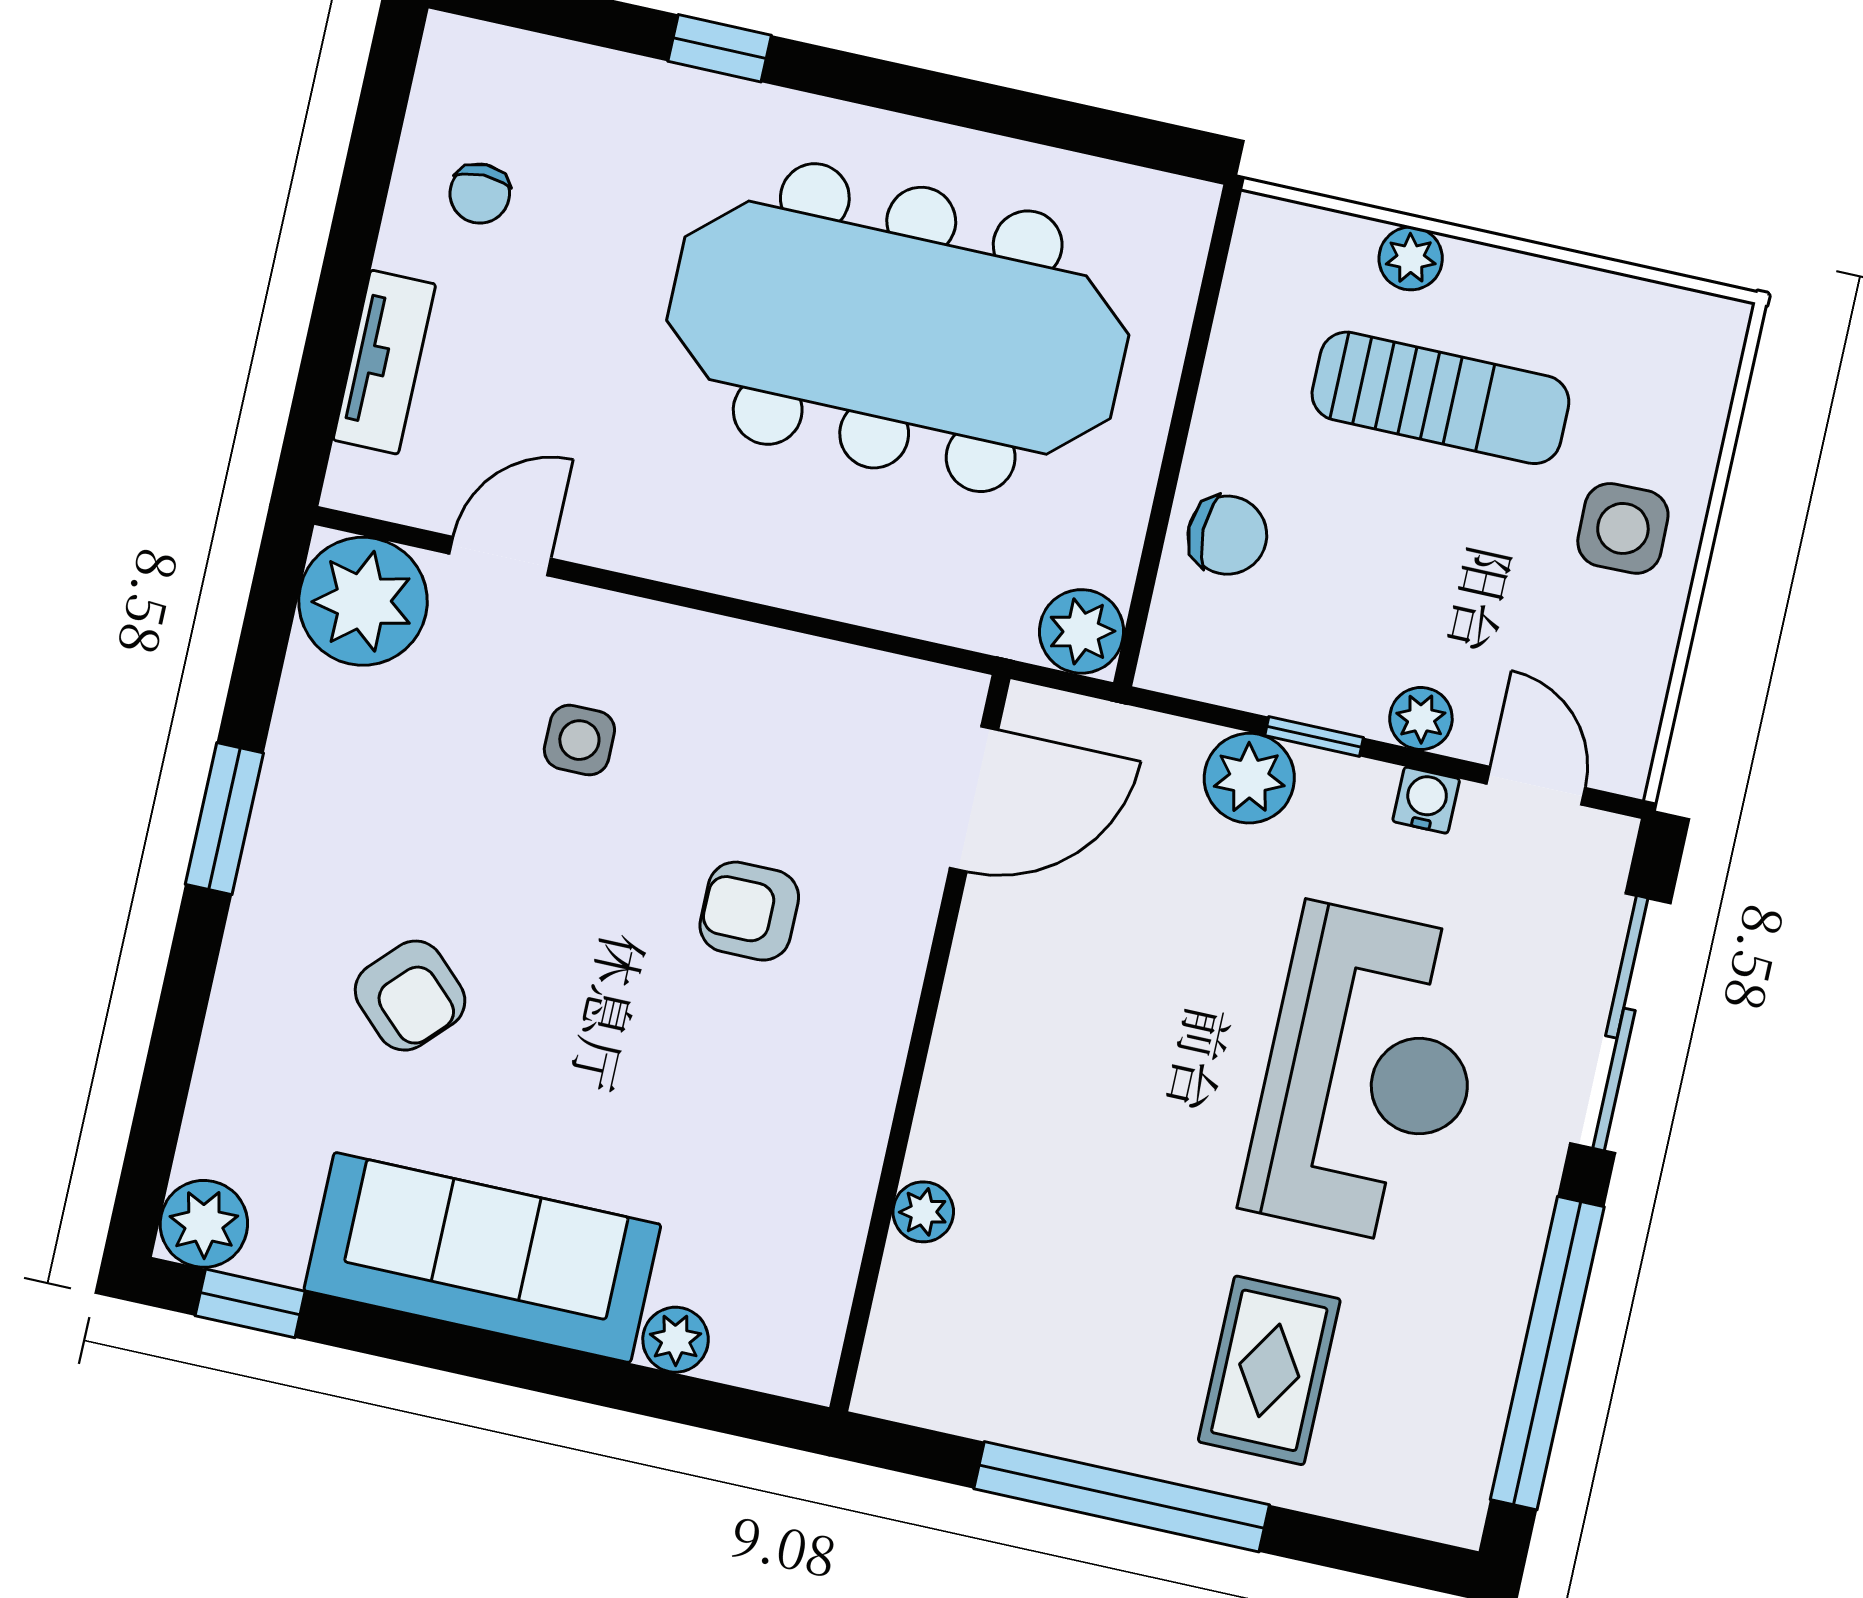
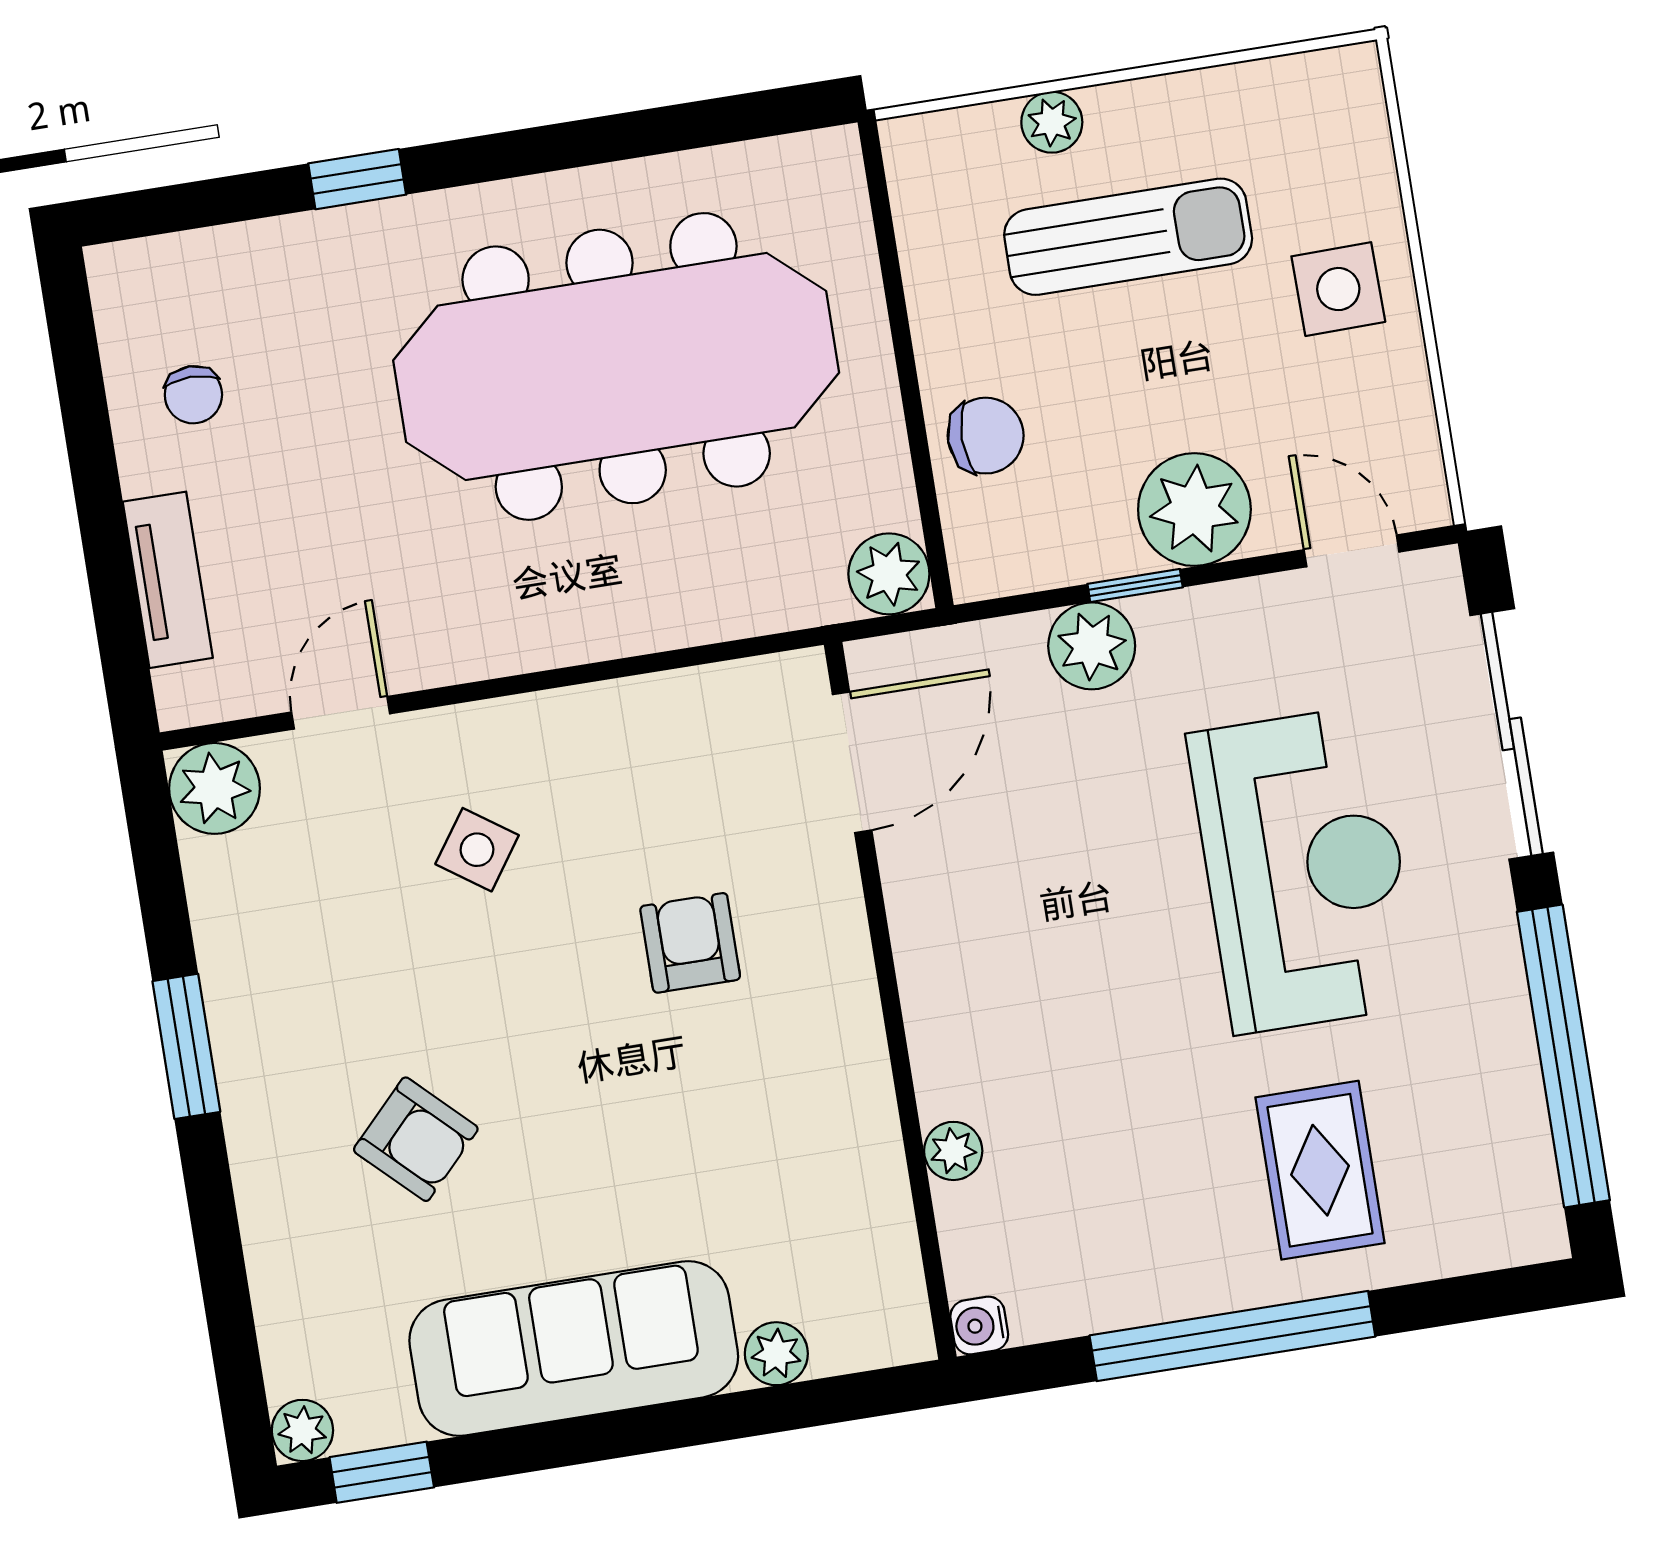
plant: (363, 601) -> (215, 788), width x0.73, depth x0.73
plant: (1421, 719) -> (1194, 510), width x1.88, depth x1.88
side table: (579, 740) -> (477, 850), turned 35
water cooler: (1426, 800) -> (979, 1326), moved, turned -90
armchair: (749, 911) -> (690, 943), turned 90
plant: (204, 1224) -> (302, 1430), width x0.73, depth x0.73

